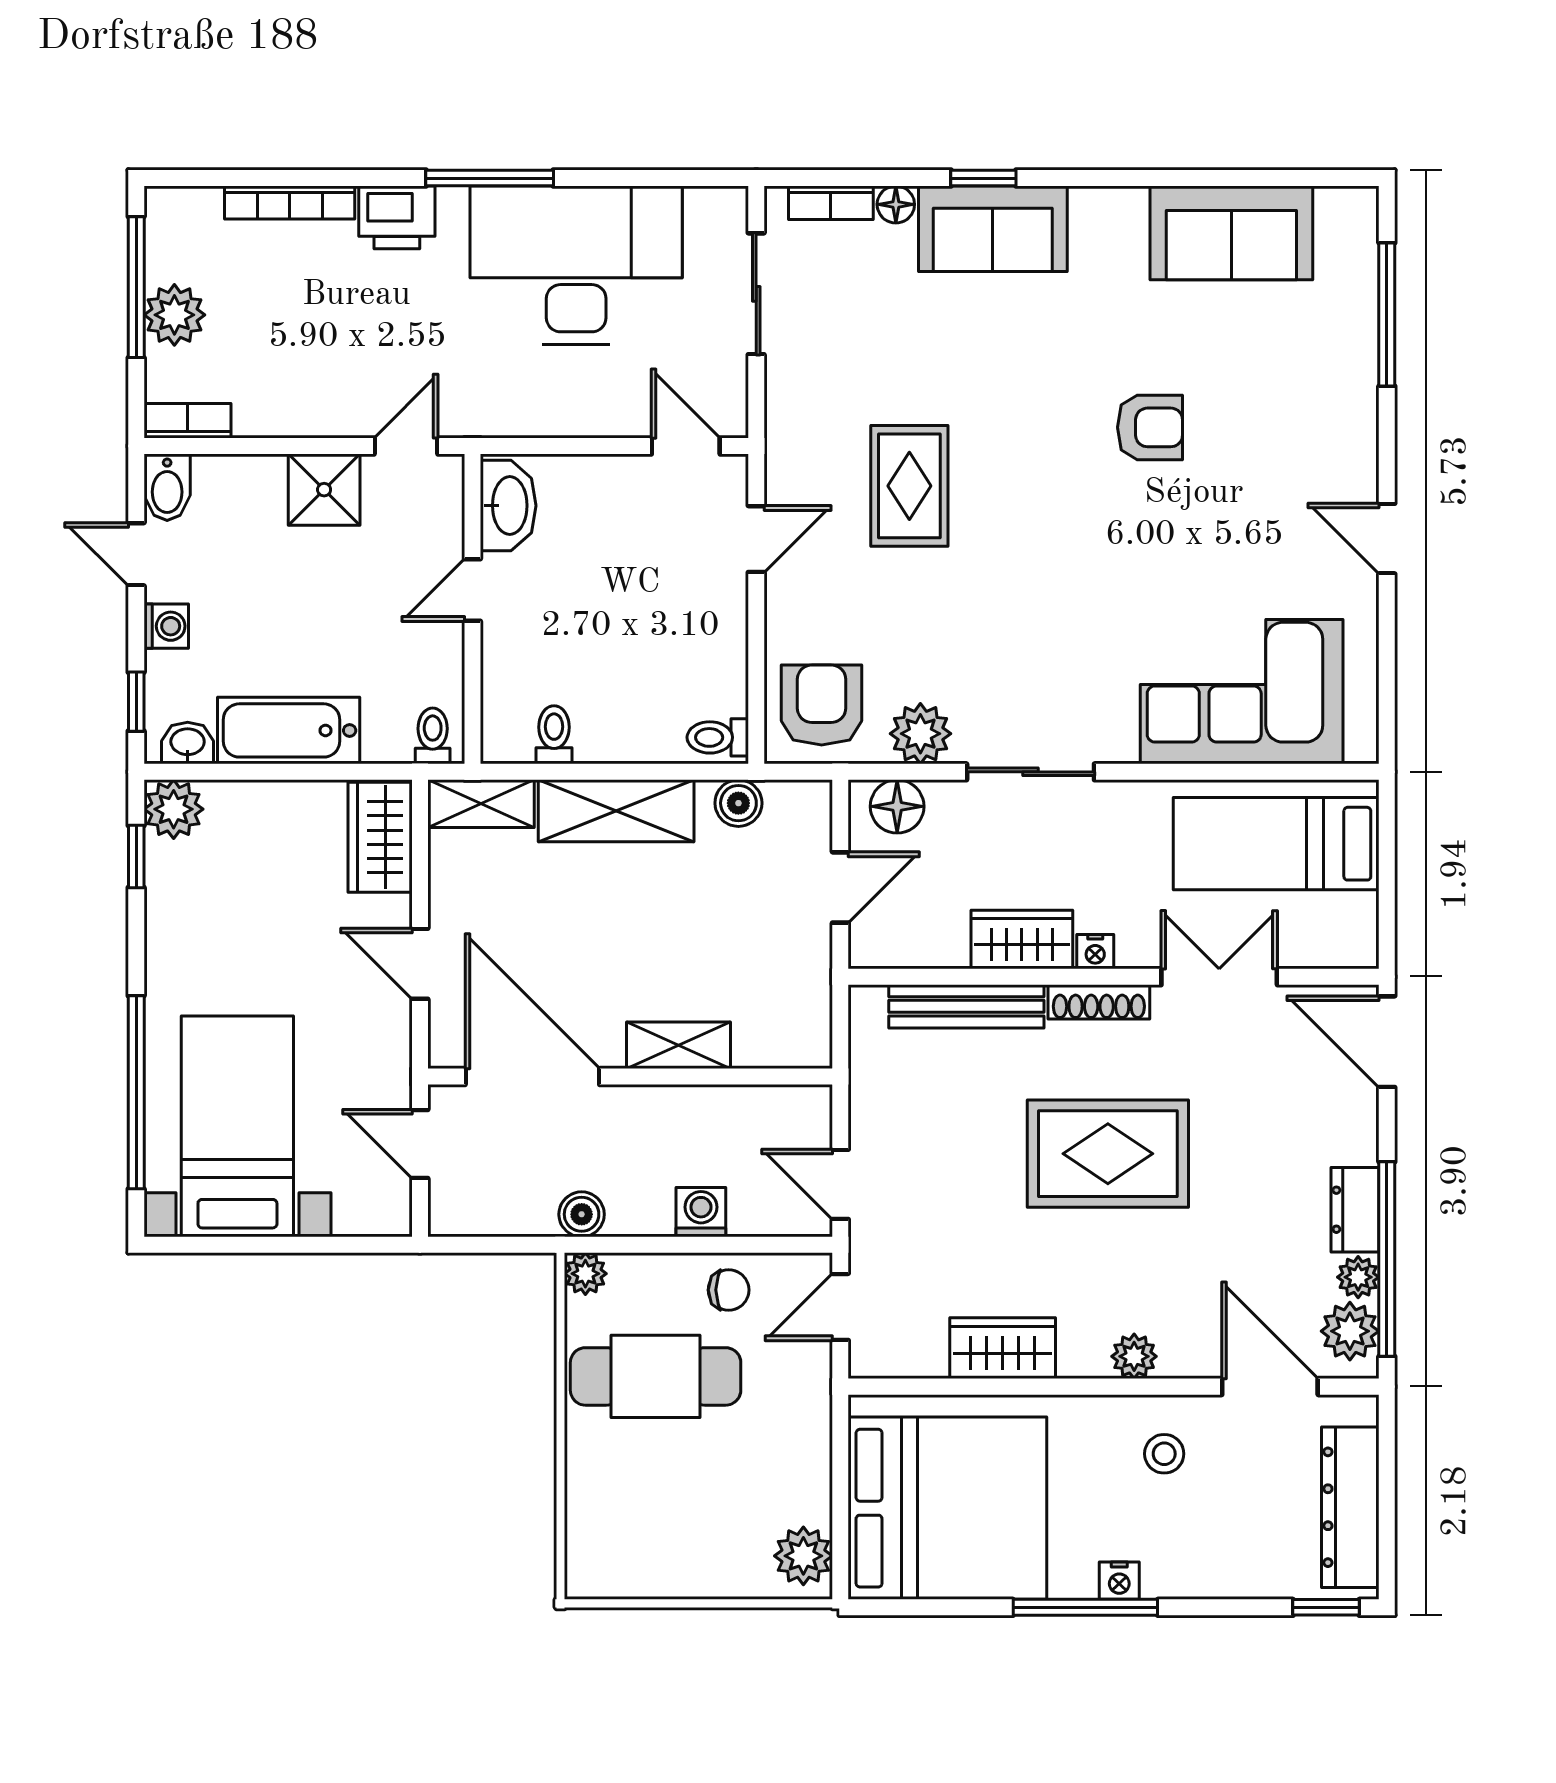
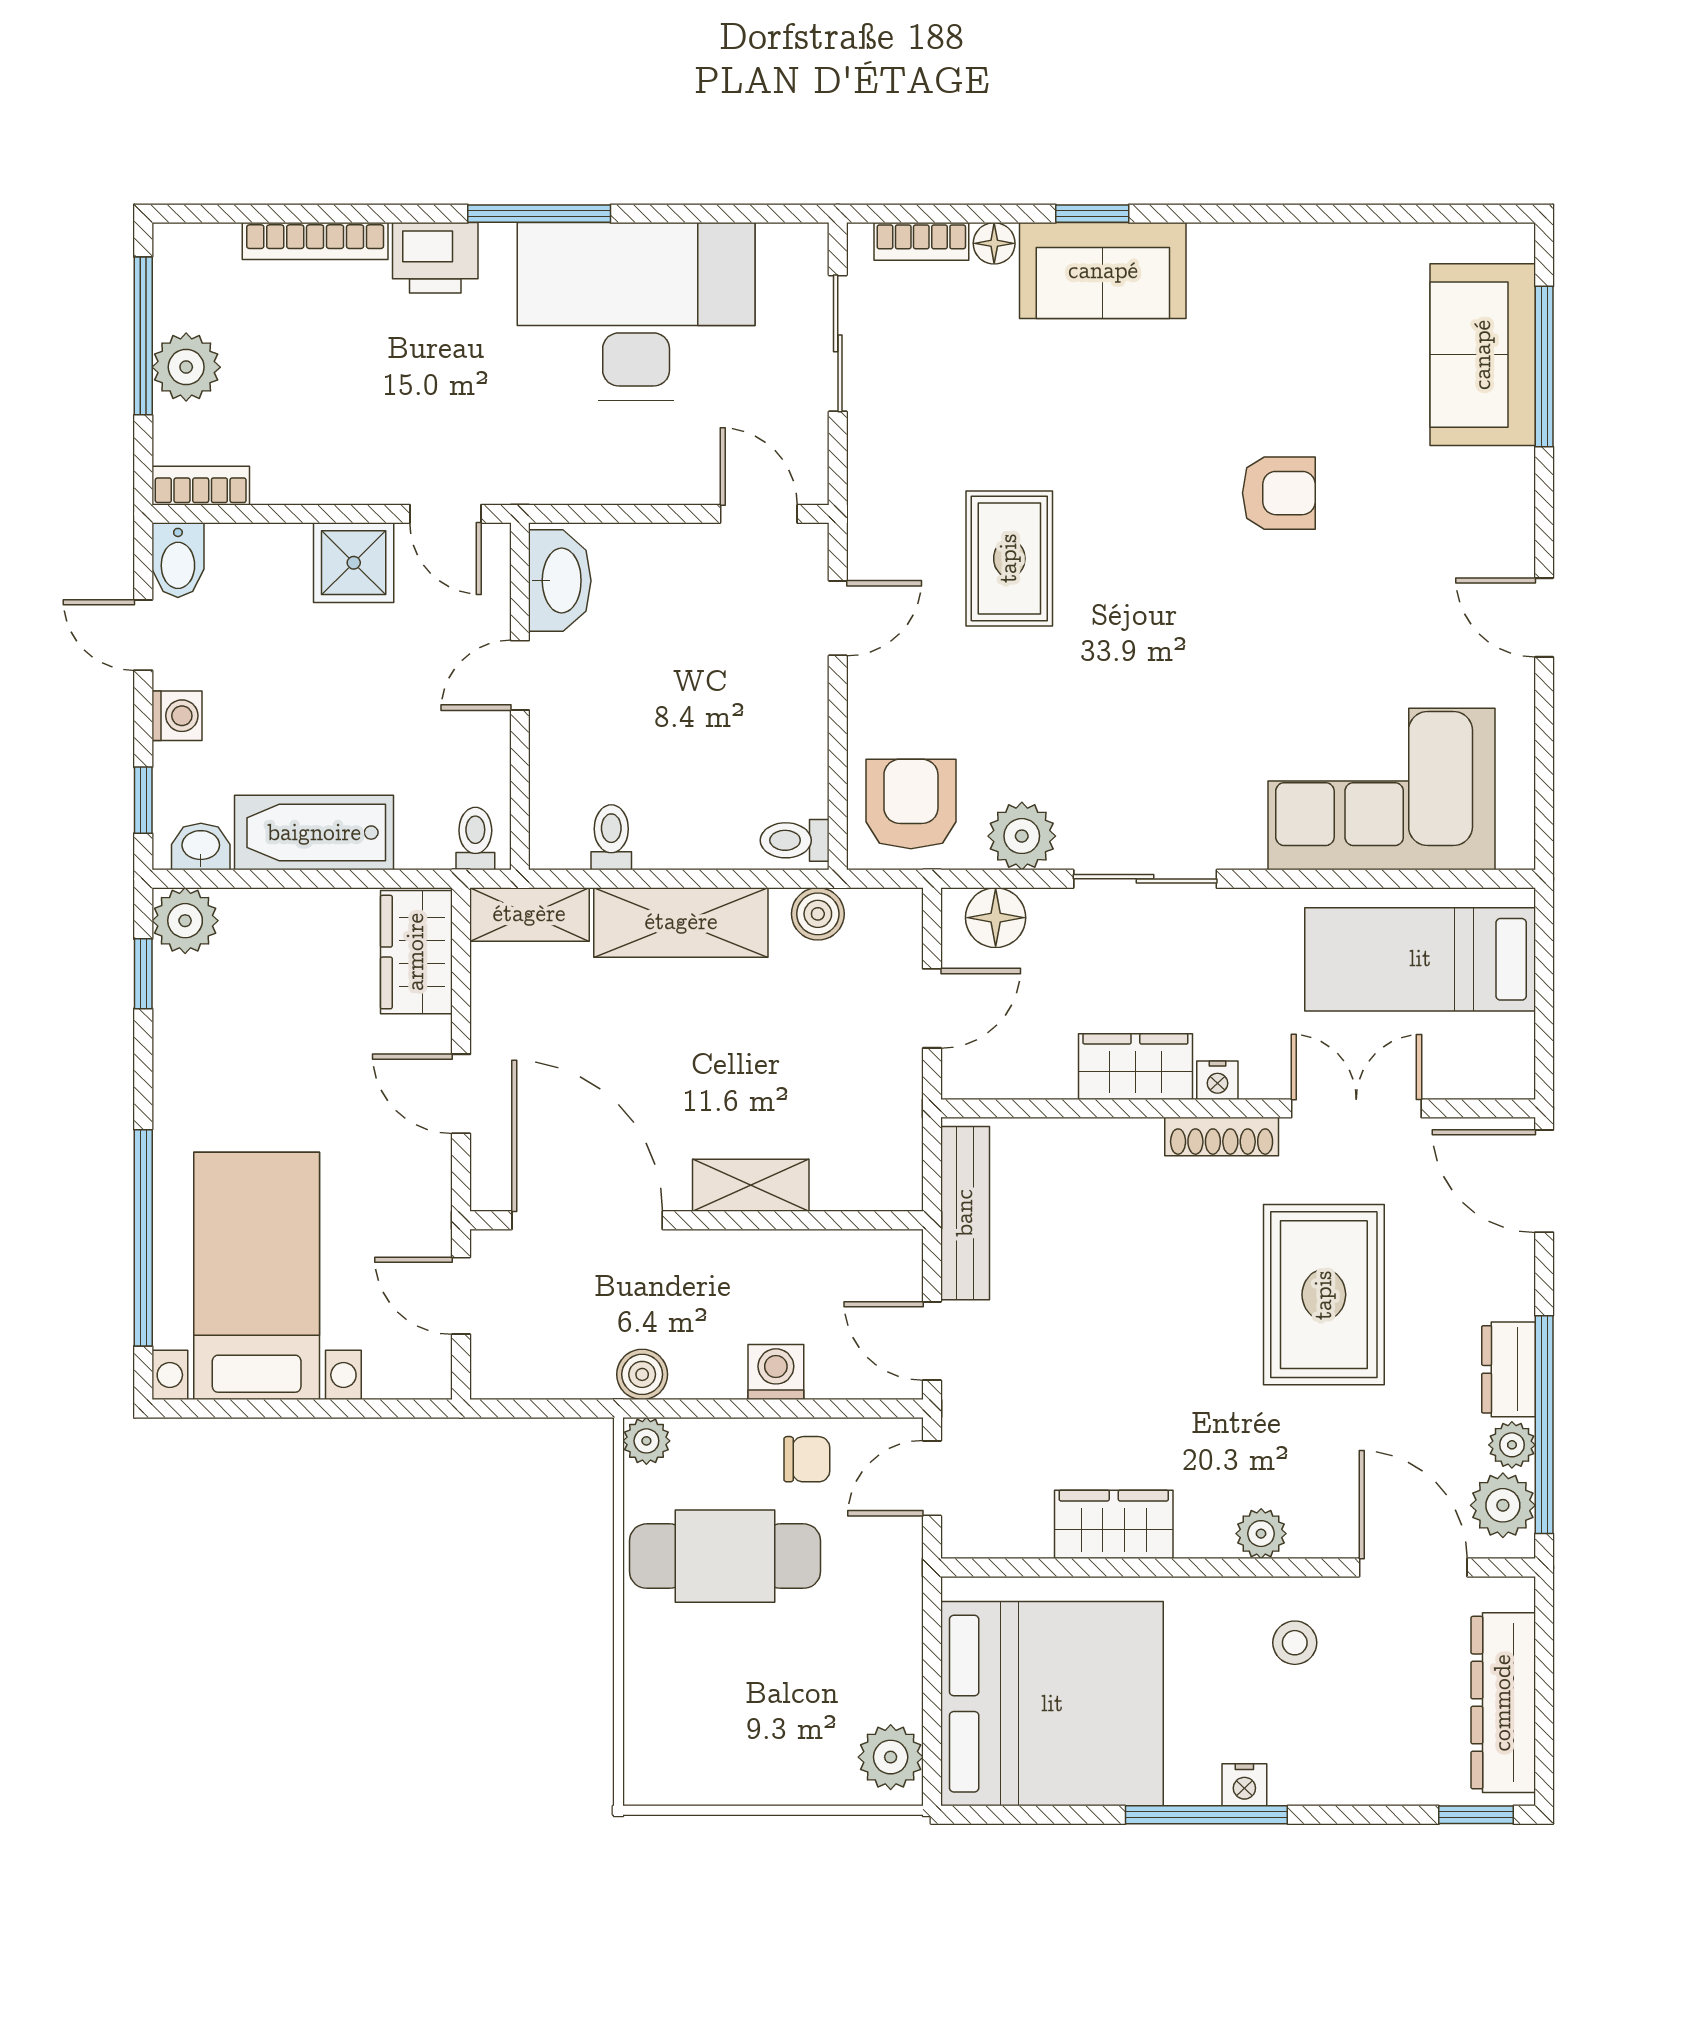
sofa: (1231, 233) -> (1483, 355), moved, turned 90
door: (406, 446) -> (445, 514), swing flipped
bench: (966, 1006) -> (965, 1213), moved, turned 90
rug: (1108, 1154) -> (1324, 1295), moved, turned 90

